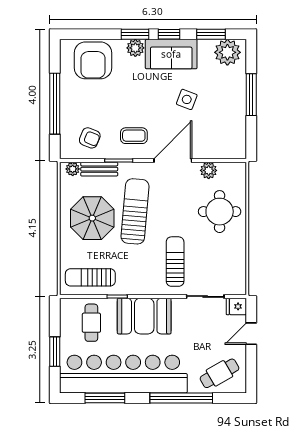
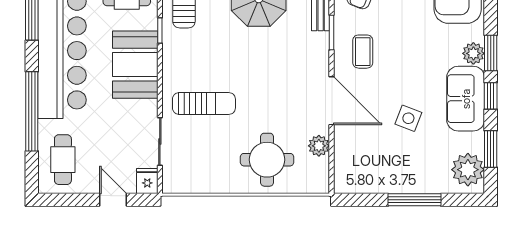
sun lounger: (135, 211) -> (267, 53), removed
cafe table: (219, 373) -> (63, 160), turned 30

